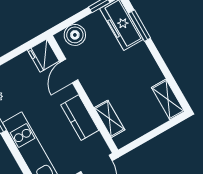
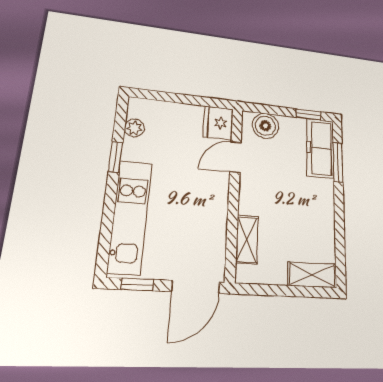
shelving: (168, 99) -> (312, 275), moved, turned 90
kitchen counter: (80, 118) -> (214, 215), removed

